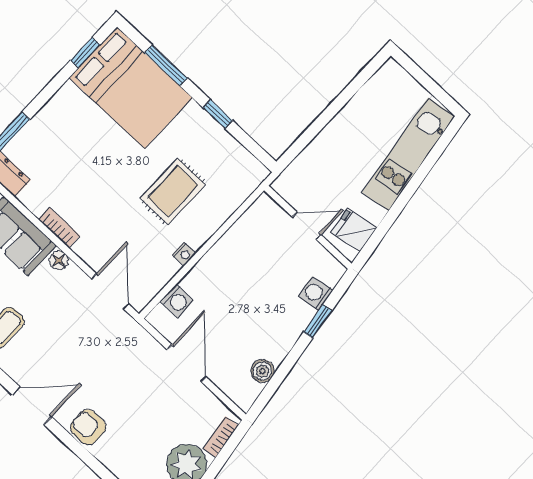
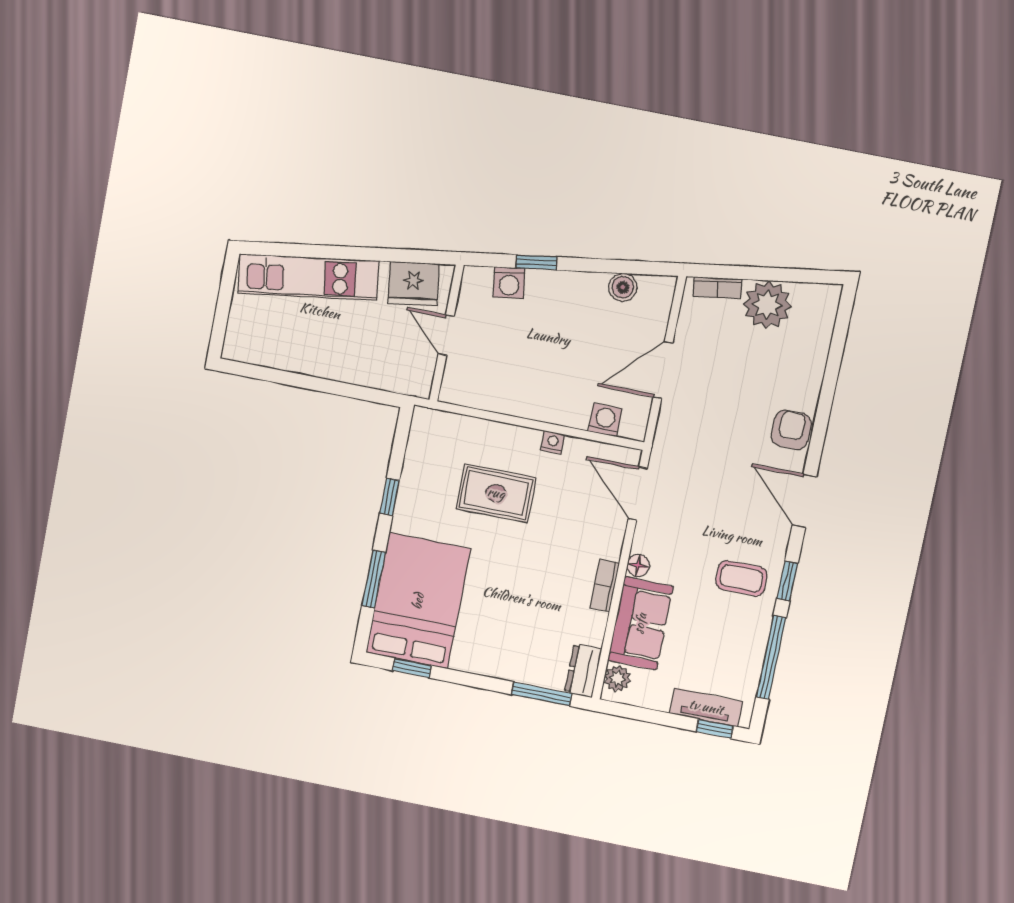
fridge: (354, 230) -> (414, 284), width x1.38
door: (110, 291) -> (638, 494), hinge flipped
armchair: (88, 427) -> (791, 430), turned 180

